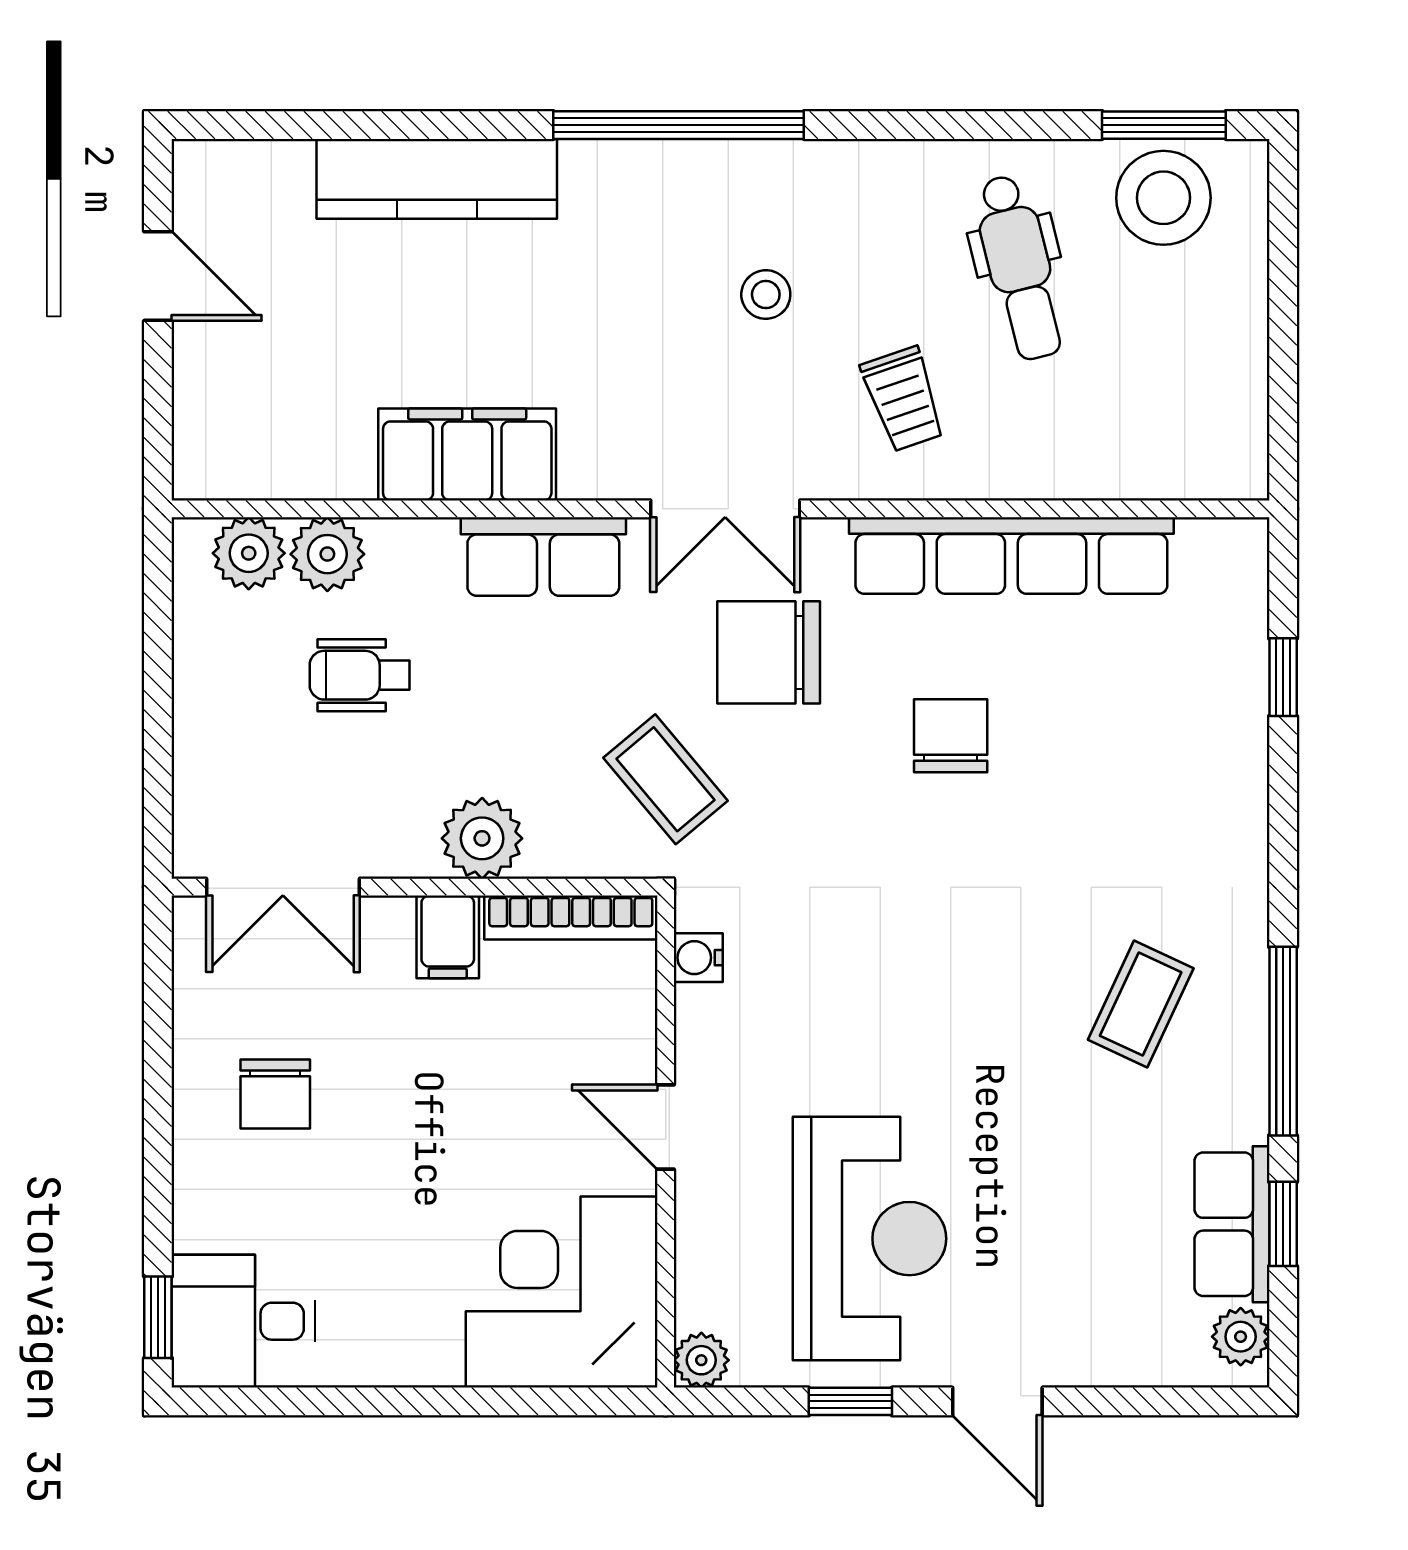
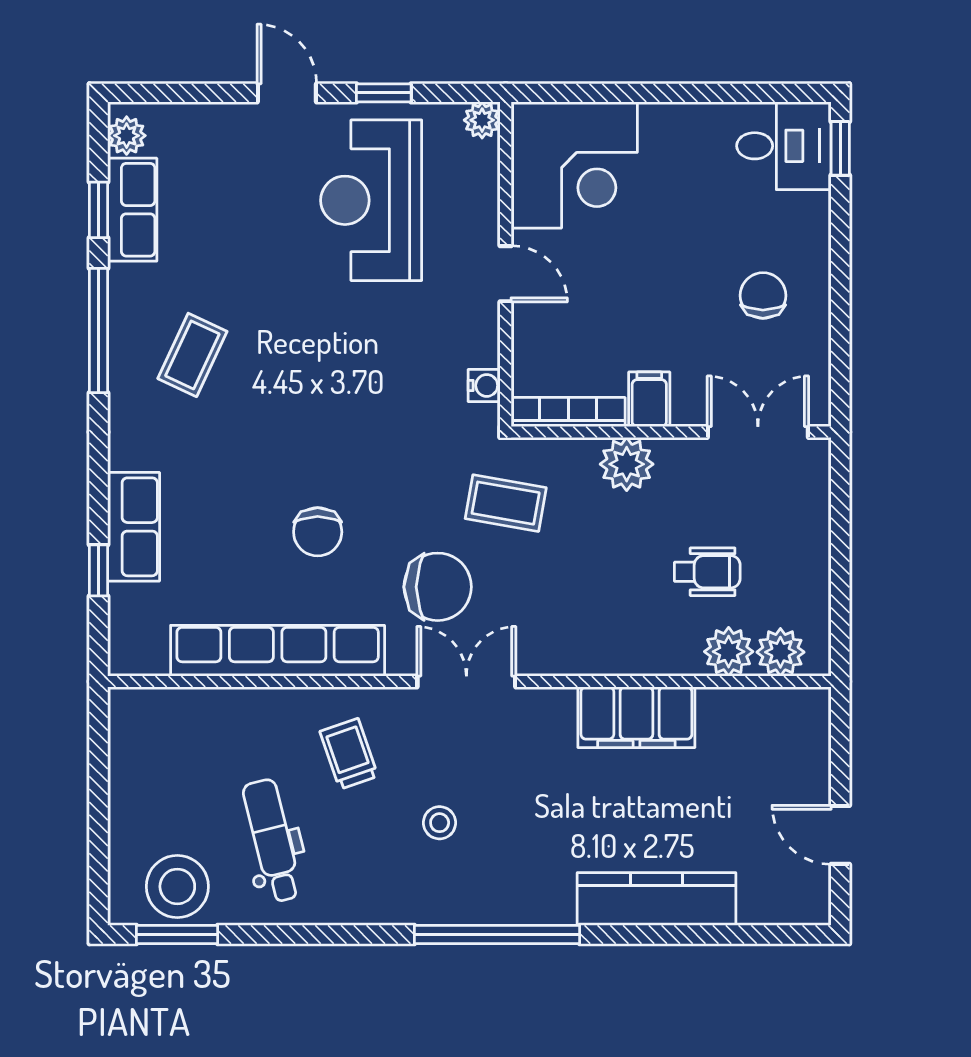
row of seats: (543, 556) -> (134, 527), moved, turned 90
coffee table: (666, 779) -> (506, 503), turned -40

